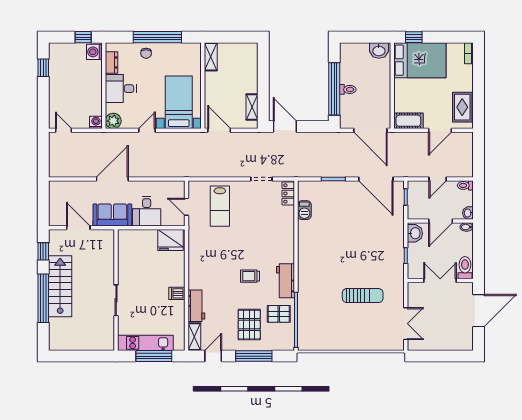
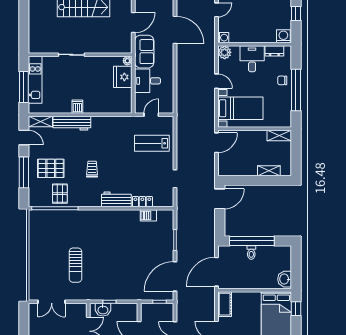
window: (83, 37) -> (296, 13), moved
shelving: (252, 107) -> (269, 171), moved
door: (112, 179) -> (175, 30), moved
locker: (288, 193) -> (142, 202), moved
washbasin: (415, 233) -> (103, 310), moved
plant: (123, 235) -> (127, 61), added
fridge: (171, 240) -> (123, 77), moved
workbench: (286, 281) -> (116, 199), moved
workbench: (196, 306) -> (72, 123), width x1.38

